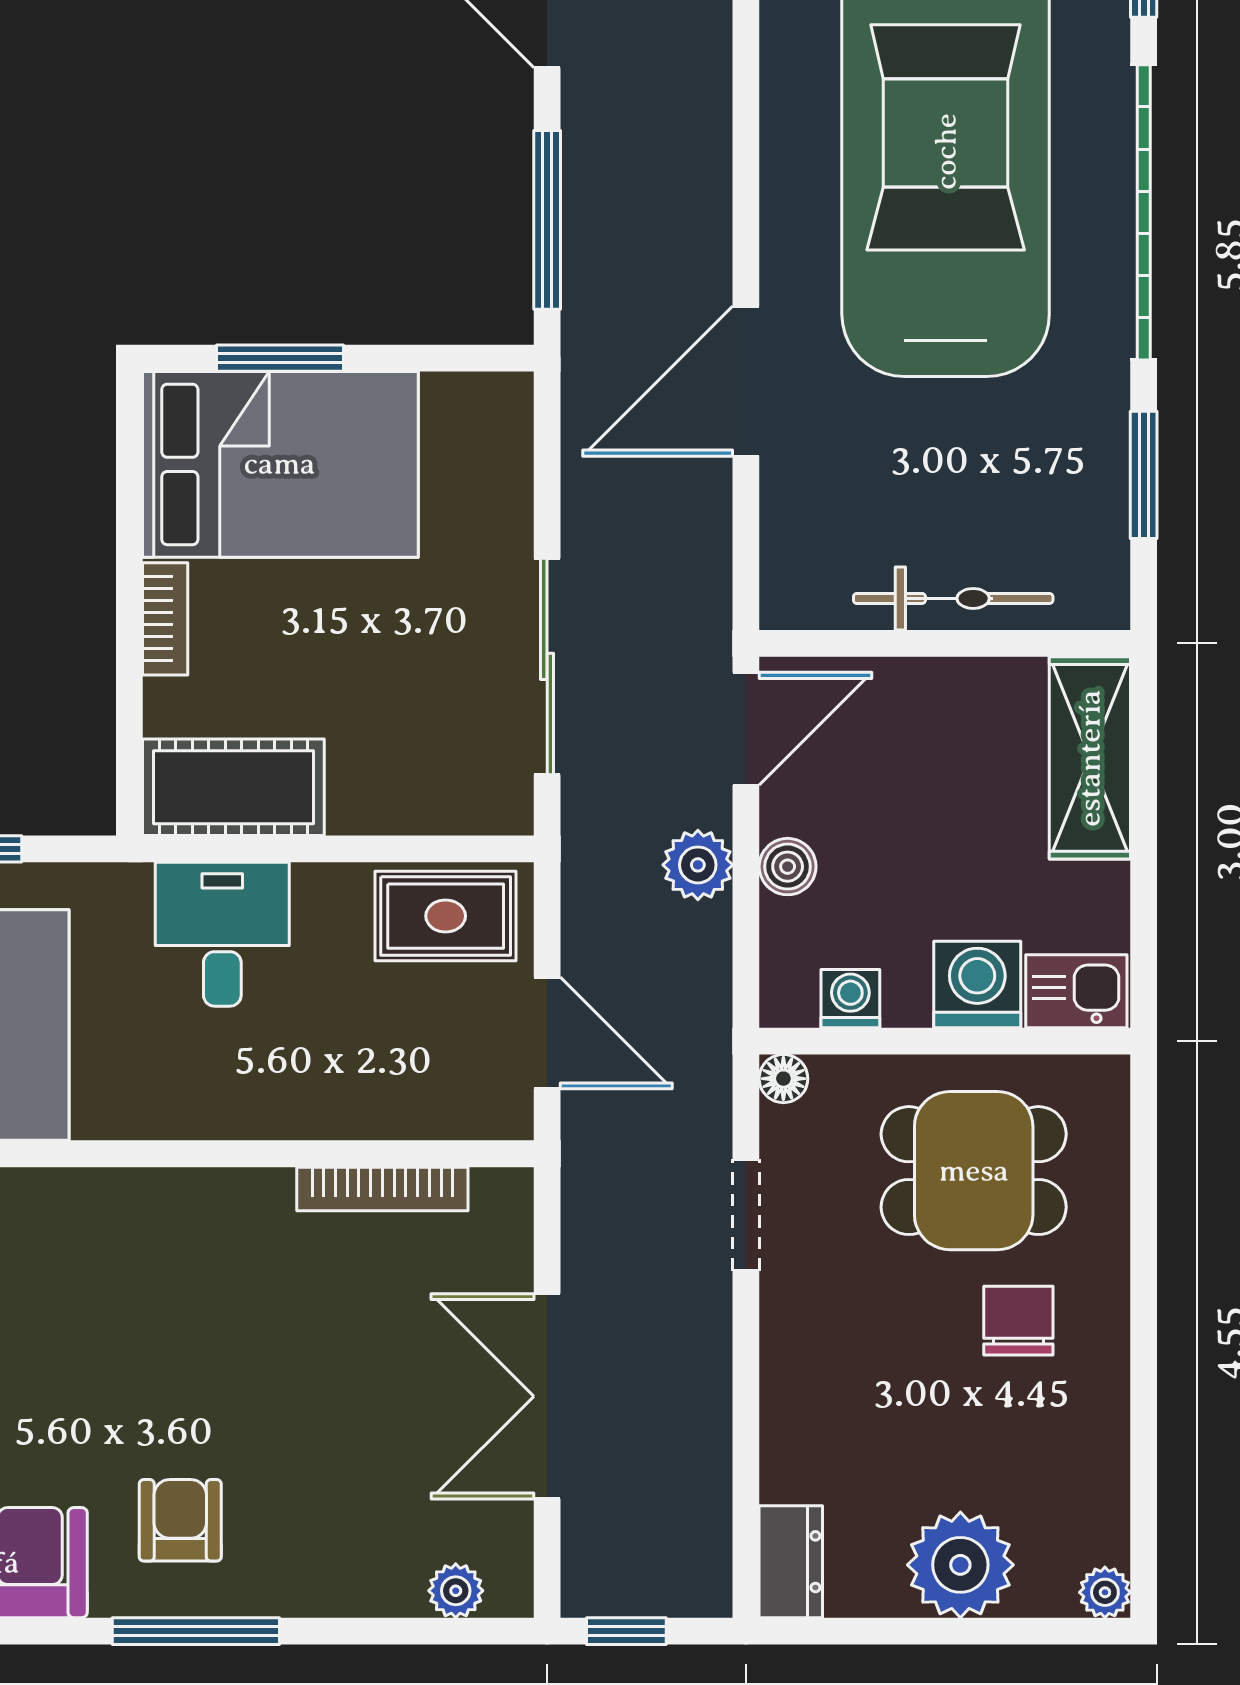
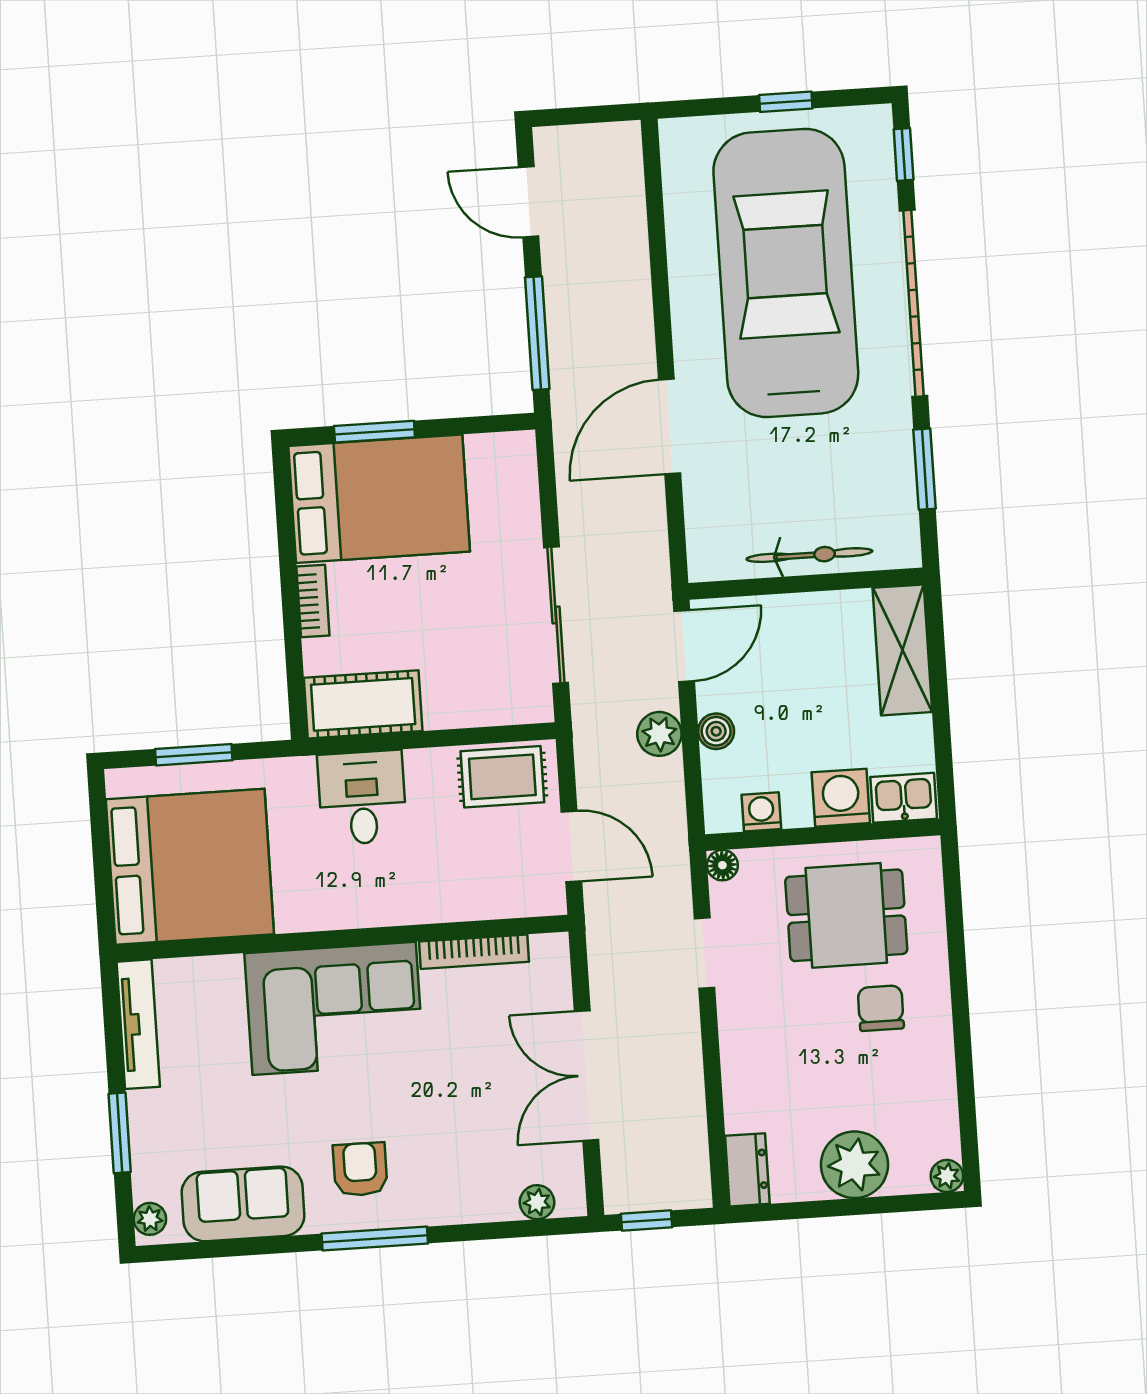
corner sofa: (156, 1264) -> (334, 1008), added

